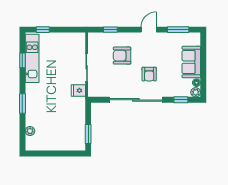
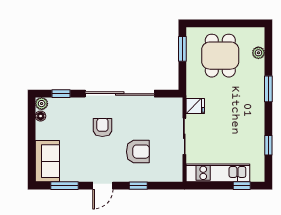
window: (110, 30) -> (138, 186), moved
kitchen unit: (32, 58) -> (218, 173), moved, turned 90
sofa: (191, 62) -> (47, 161), moved
dining table: (59, 129) -> (220, 56), added

